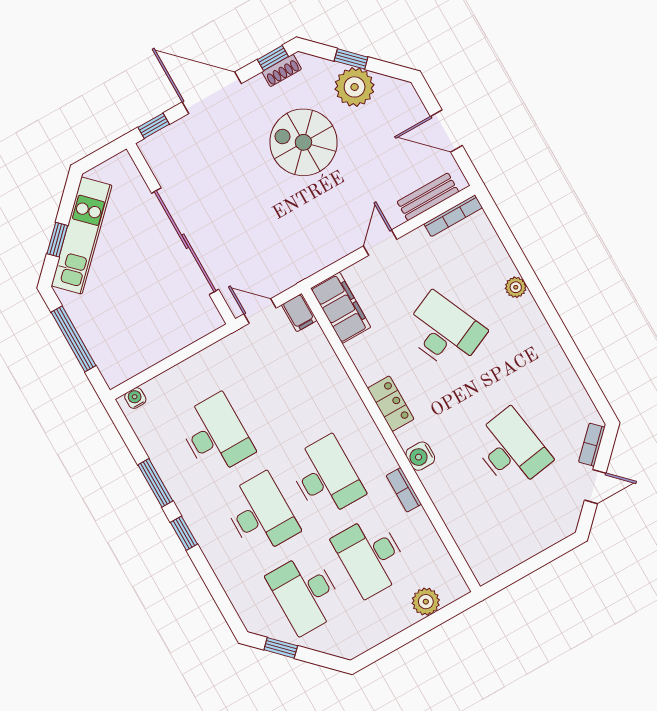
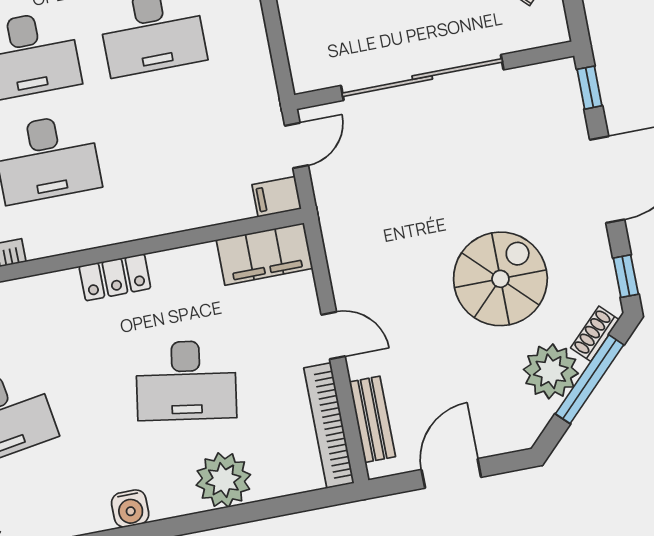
window: (351, 59) -> (589, 379), width x2.17
shoe rack: (282, 70) -> (595, 334), moved, turned 45
bookcase: (453, 216) -> (329, 425), width x1.48, depth x1.31
plant: (516, 287) -> (223, 480), width x1.88, depth x1.88
desk: (444, 332) -> (186, 380), turned 33
water cooler: (420, 456) -> (130, 509), moved, turned 180

